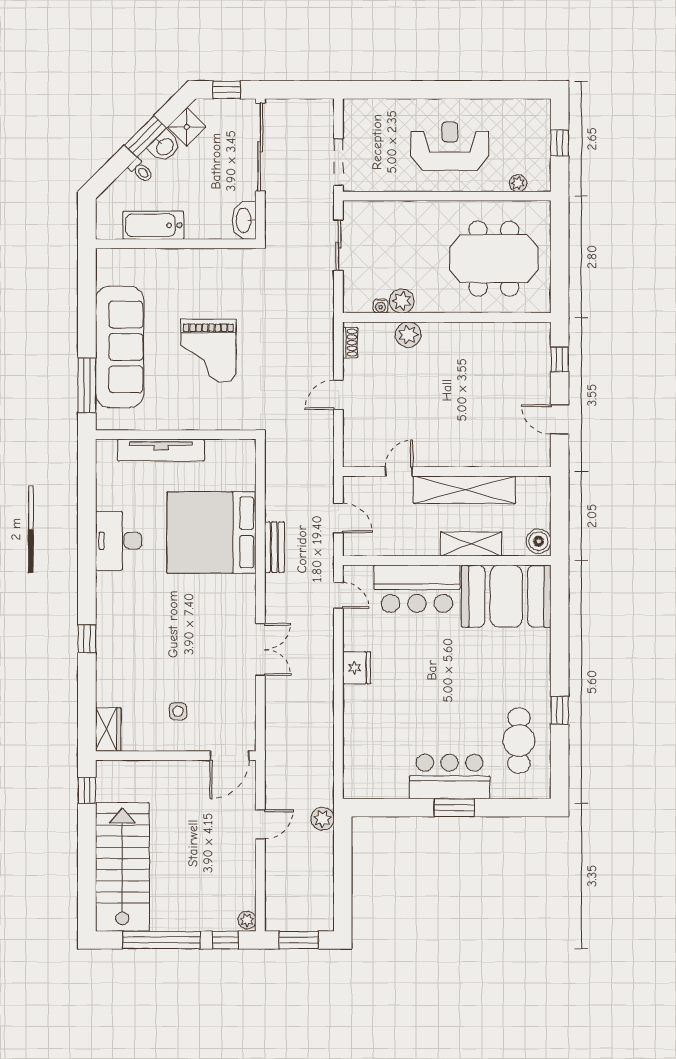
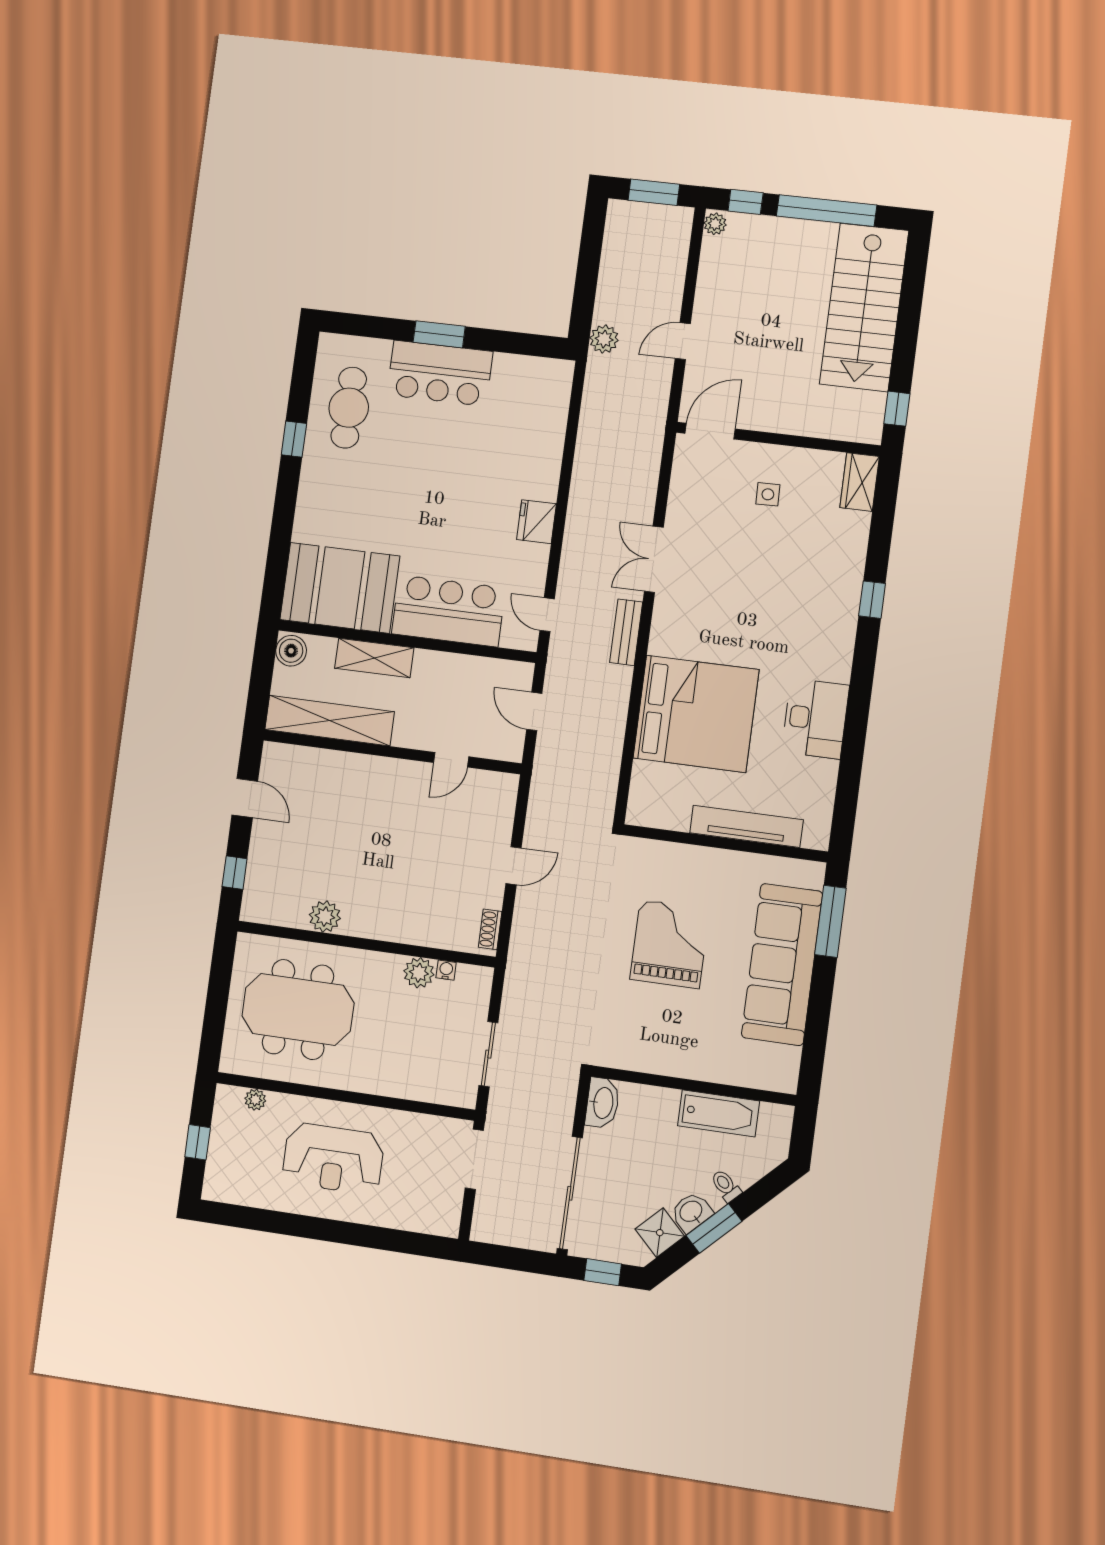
plant: (408, 335) -> (325, 917), moved
shelving: (464, 490) -> (330, 721), moved
bench: (274, 547) -> (626, 632), moved

